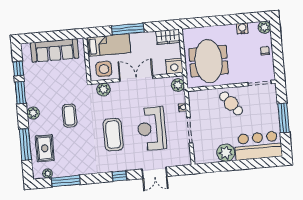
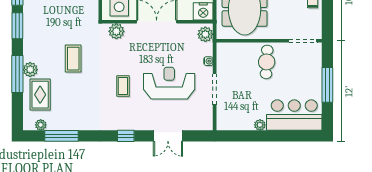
cafe table: (231, 103) -> (267, 62), turned 42
plant: (33, 113) -> (30, 70), moved
reception desk: (151, 129) -> (169, 83), turned 90
coffee table: (113, 135) -> (123, 86), width x0.54, depth x0.58
window: (25, 144) -> (17, 74), moved
plant: (226, 153) -> (260, 125), width x0.53, depth x0.53

